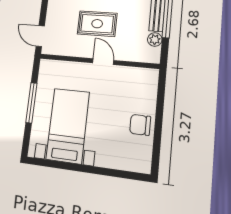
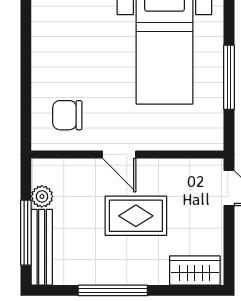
chair: (140, 125) -> (67, 115), moved, turned 180

